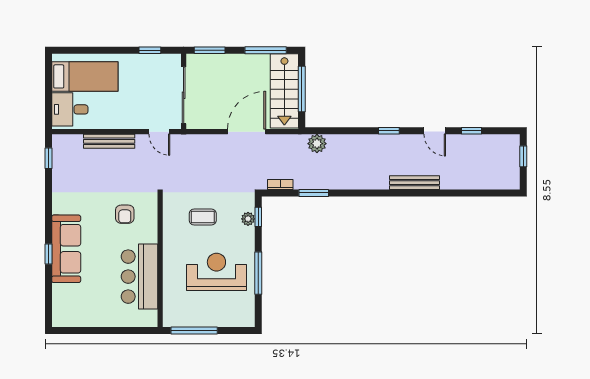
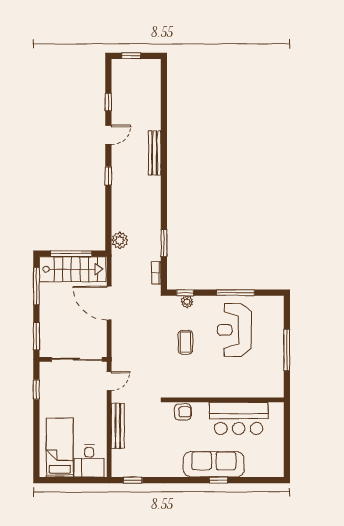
wall: (160, 261) -> (225, 400), moved
bar counter: (139, 277) -> (239, 418), moved

